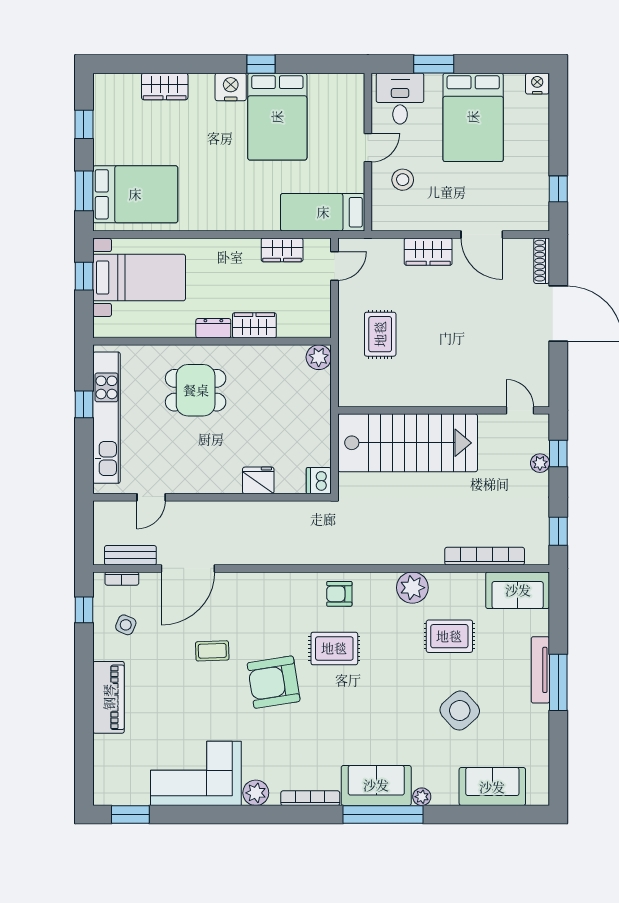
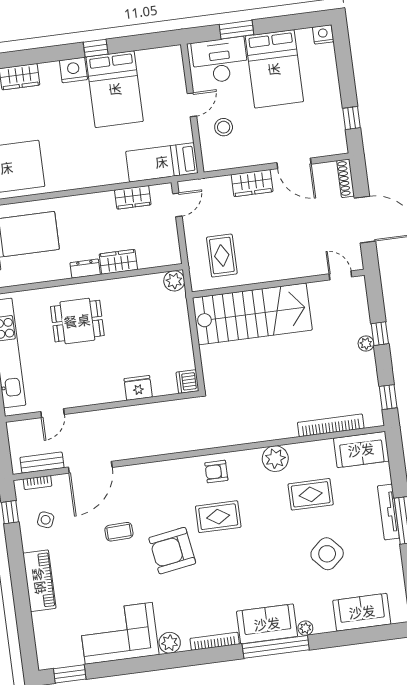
desk: (400, 99) -> (220, 60), width x1.37
wall: (444, 410) -> (278, 284), moved
door: (520, 410) -> (340, 275), moved
stairs: (408, 443) -> (252, 314), moved

